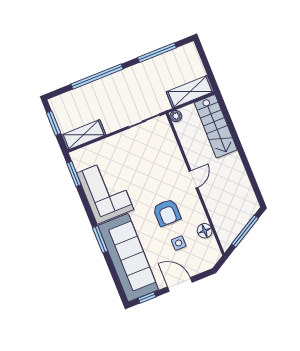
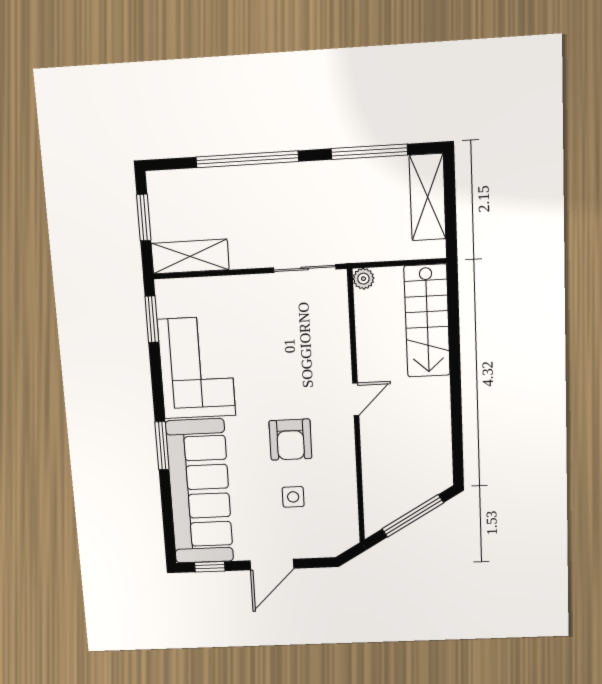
shelving: (190, 92) -> (428, 197), moved, turned 90
floor lamp: (205, 231) -> (344, 492), removed
door: (180, 284) -> (272, 564), swing flipped

